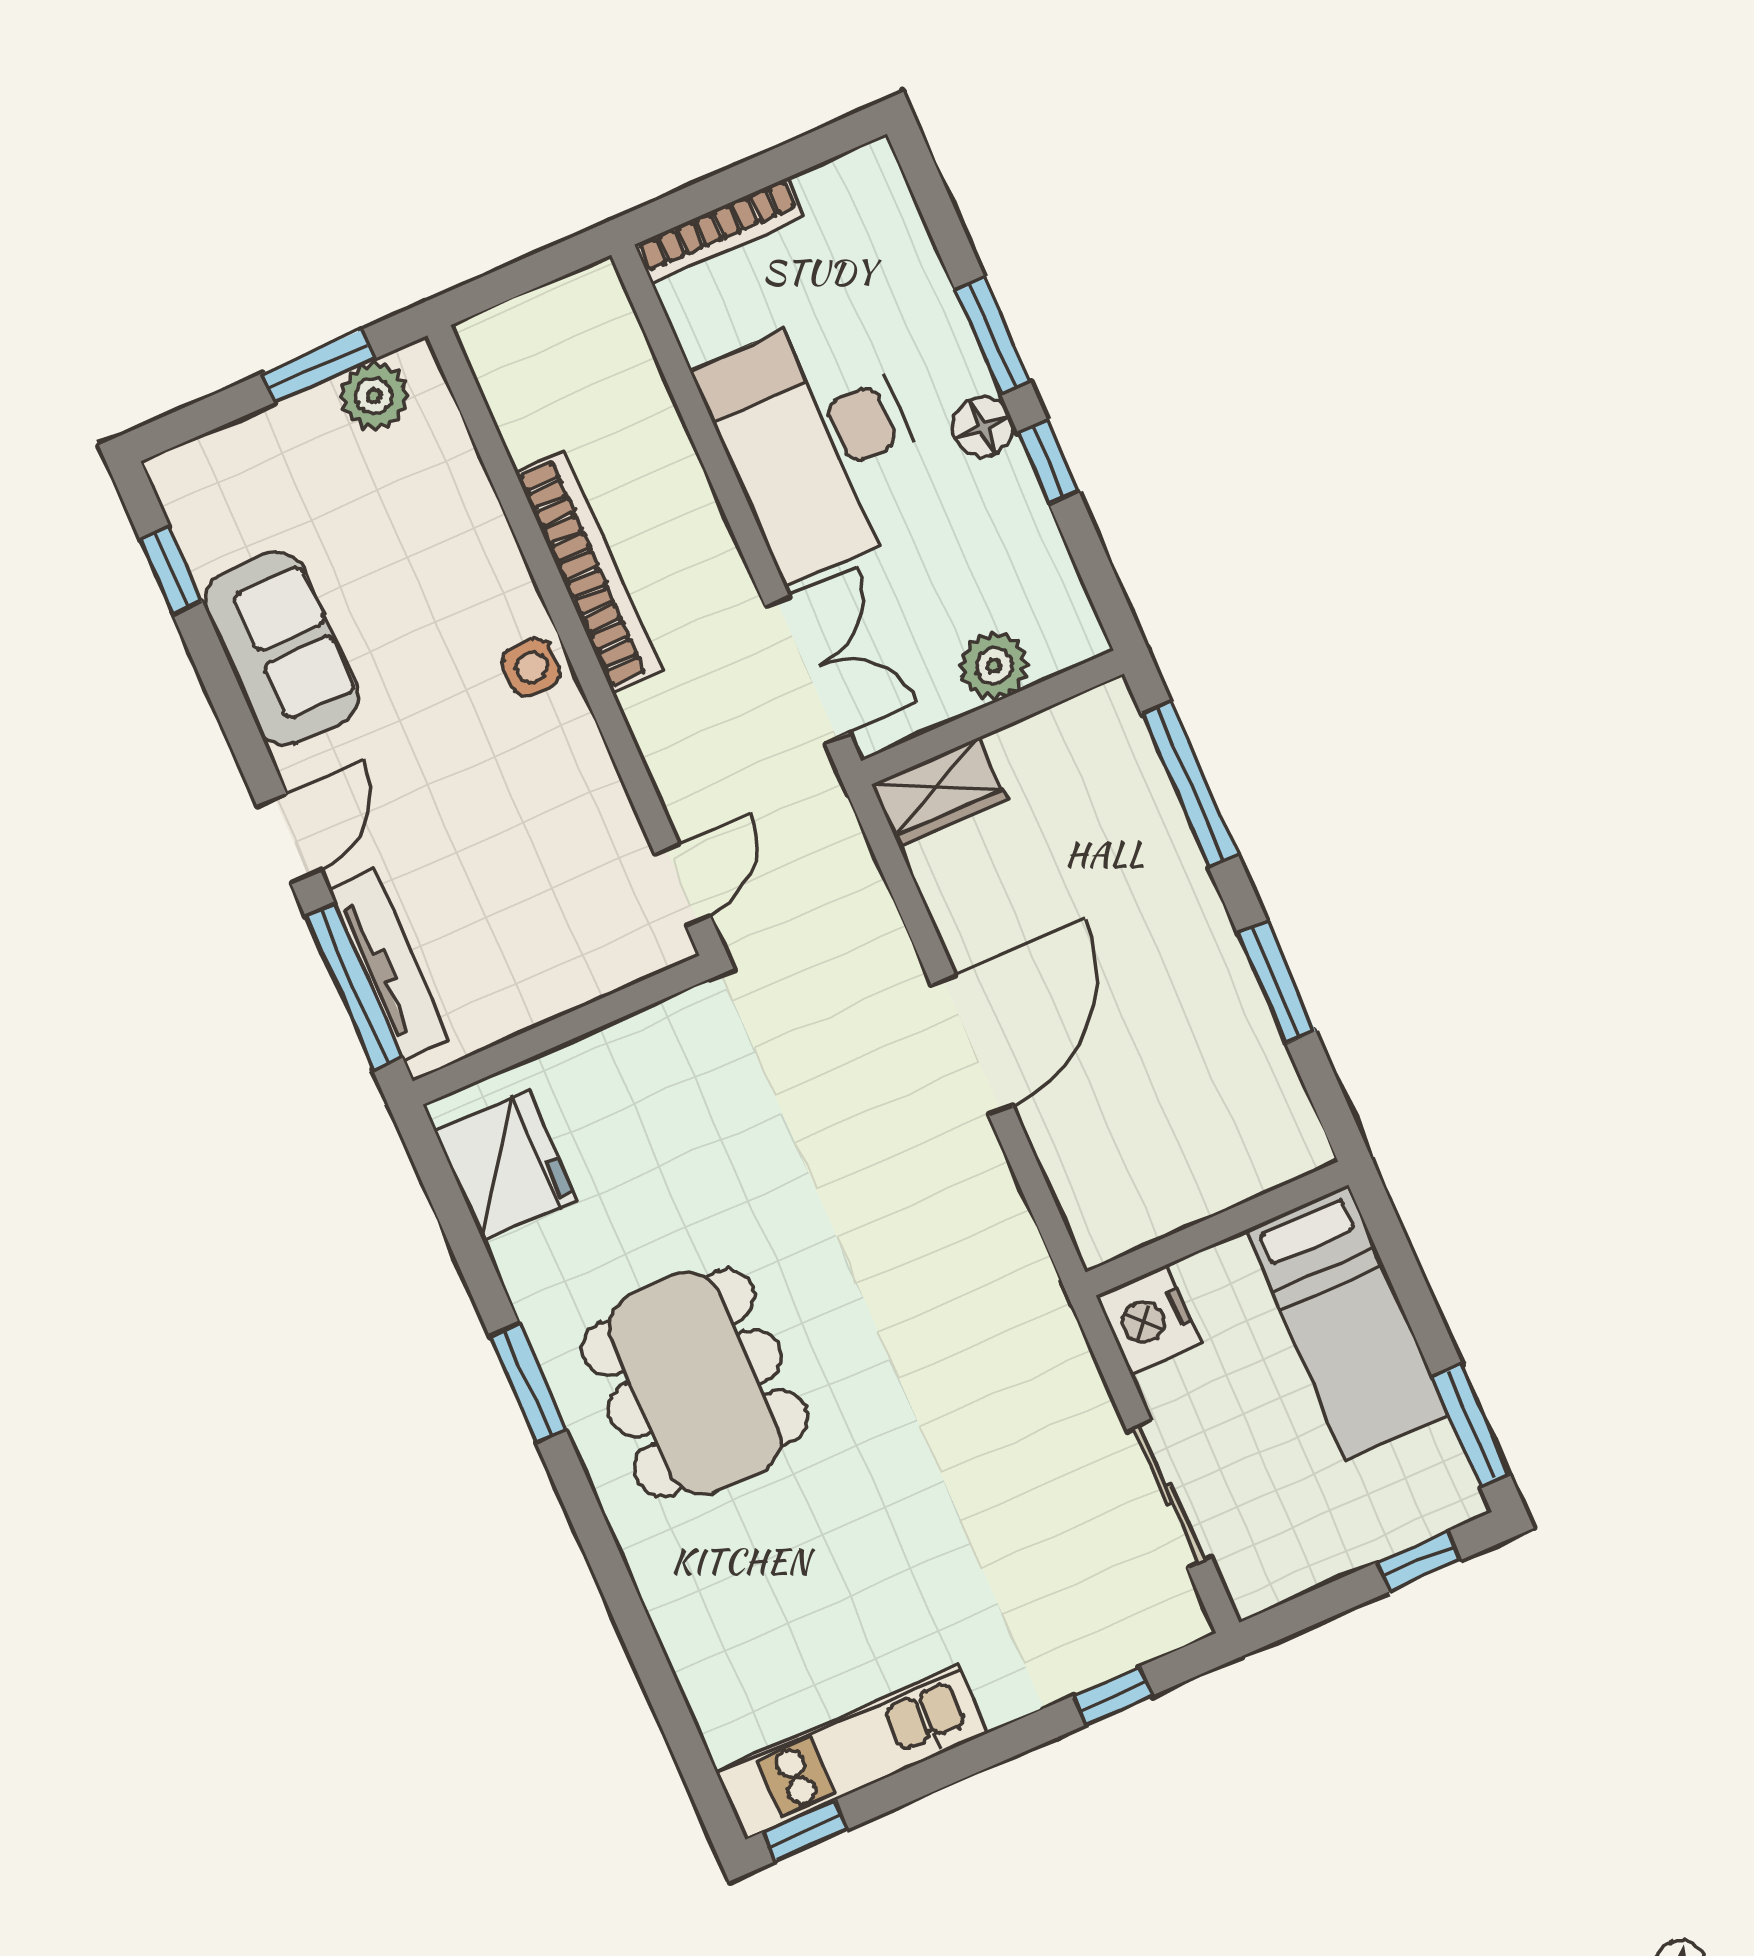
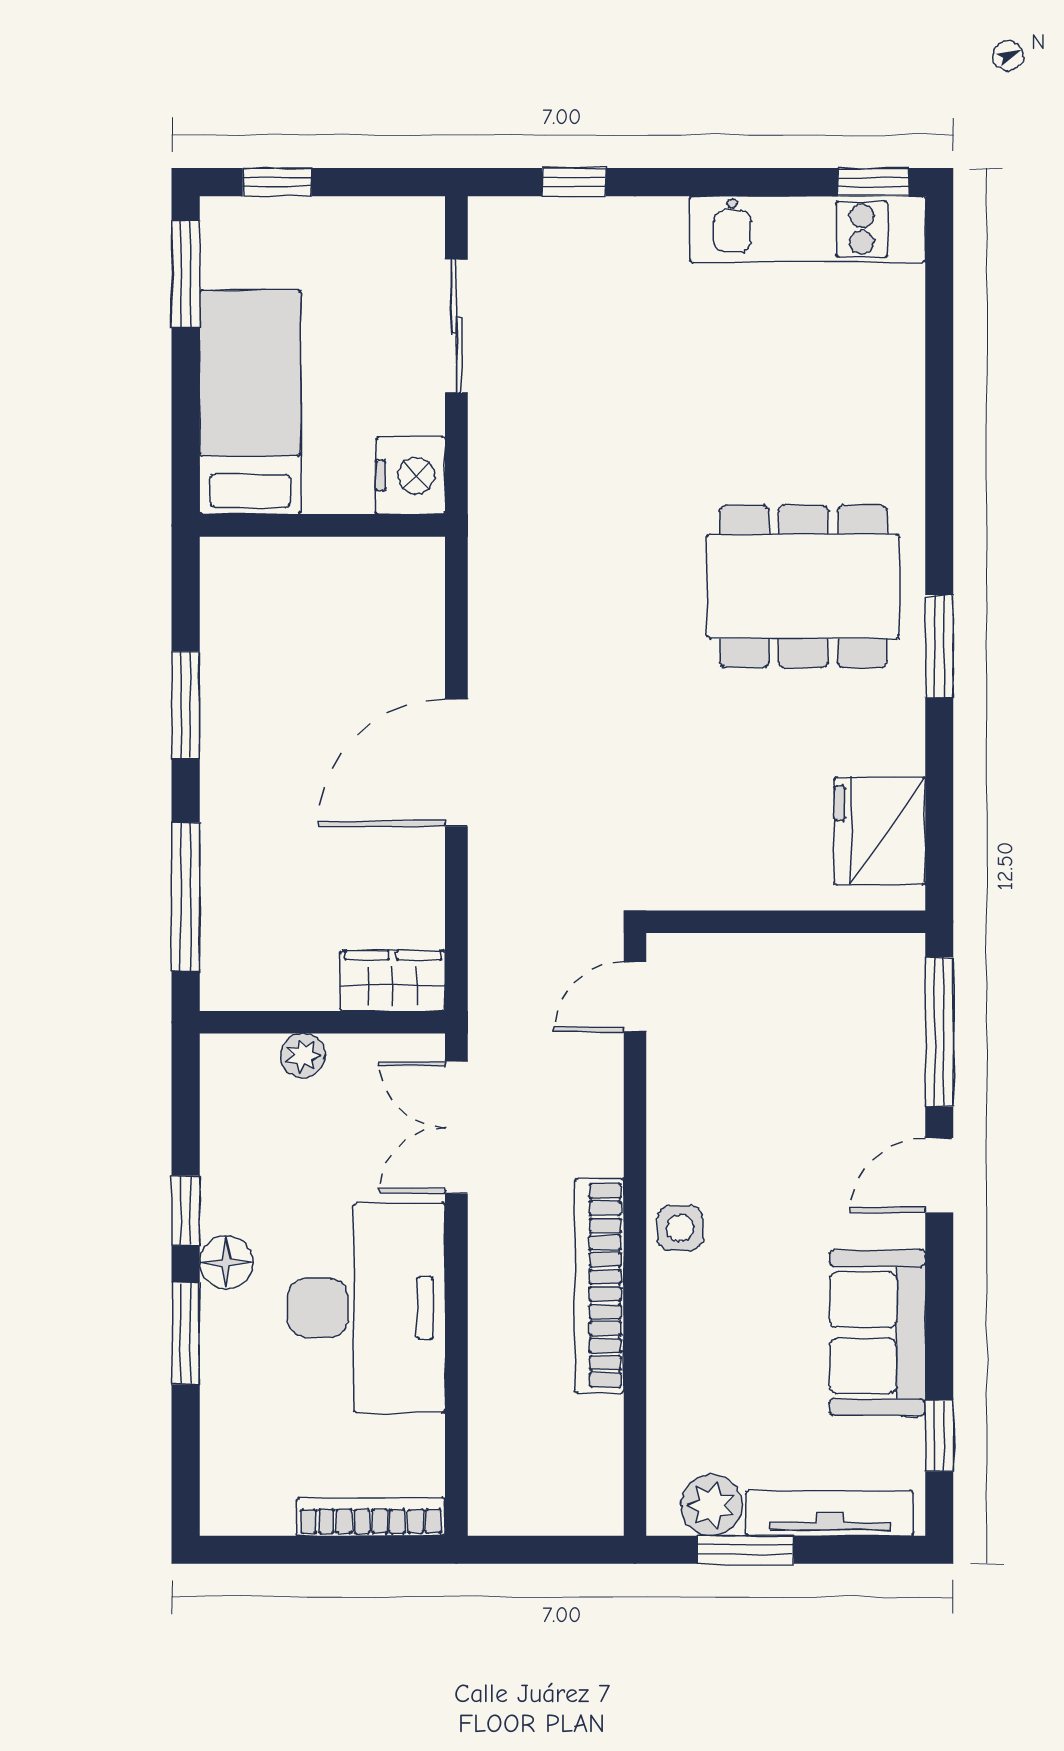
plant: (994, 666) -> (303, 1056), width x0.73, depth x0.73
tv unit: (389, 965) -> (830, 1513), moved, turned 90
dining table: (695, 1383) -> (803, 586), turned 90

